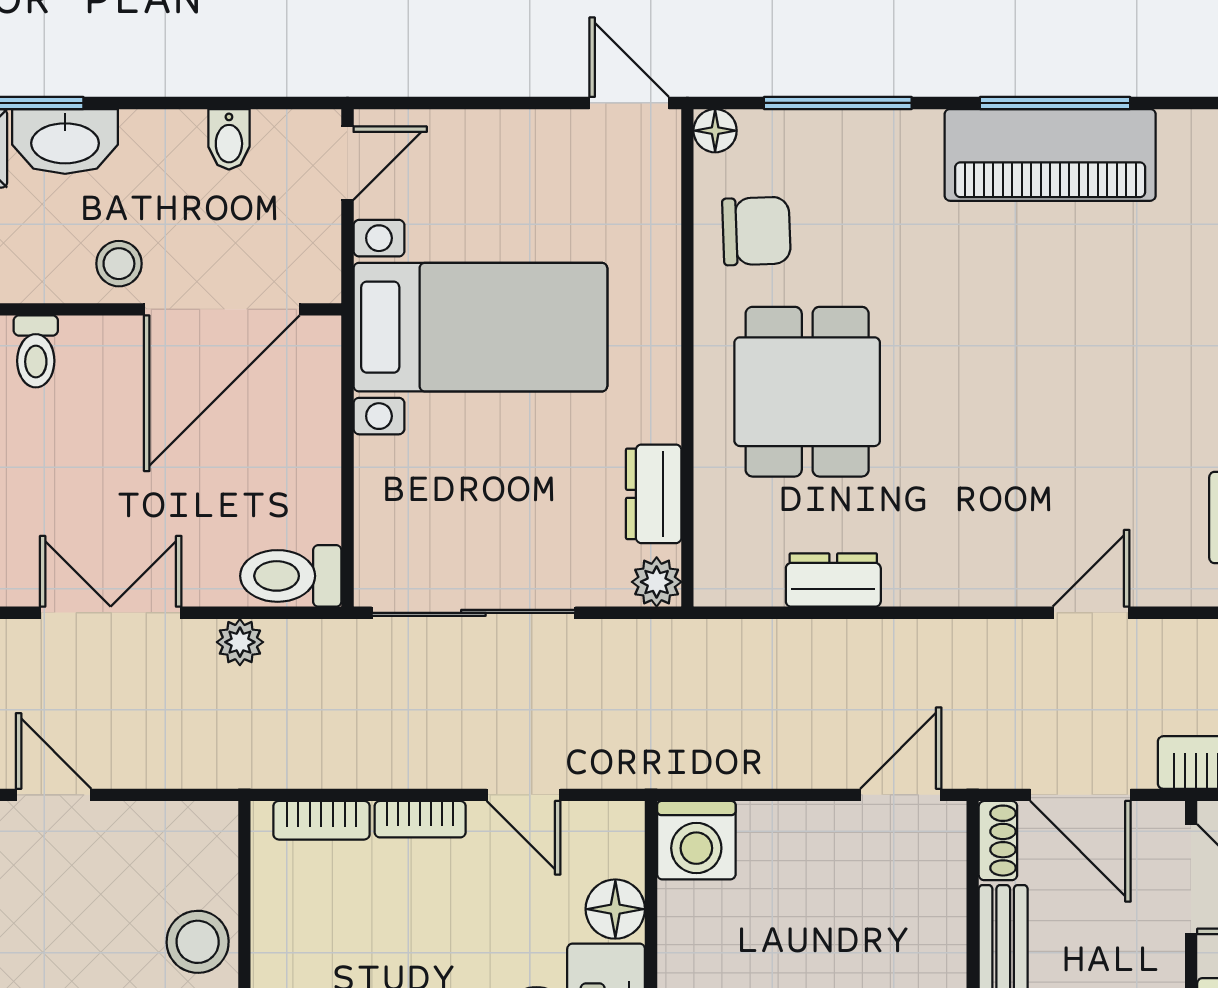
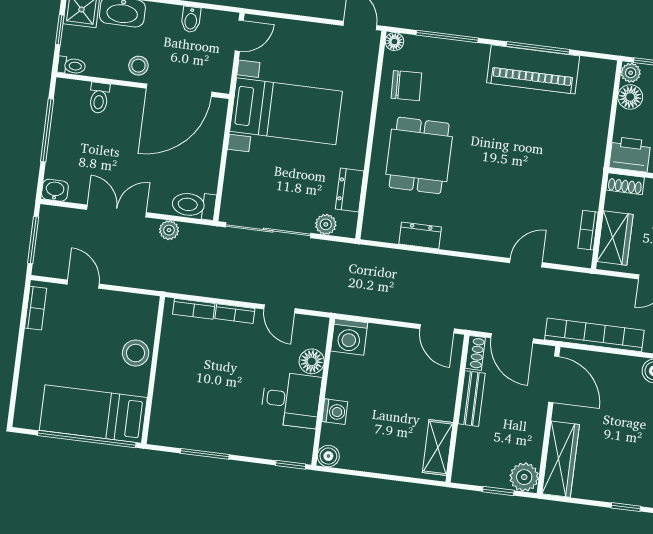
plant: (657, 582) -> (326, 224), moved
door: (901, 795) -> (437, 329), swing flipped

